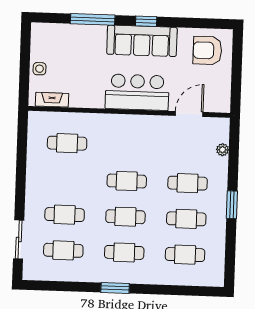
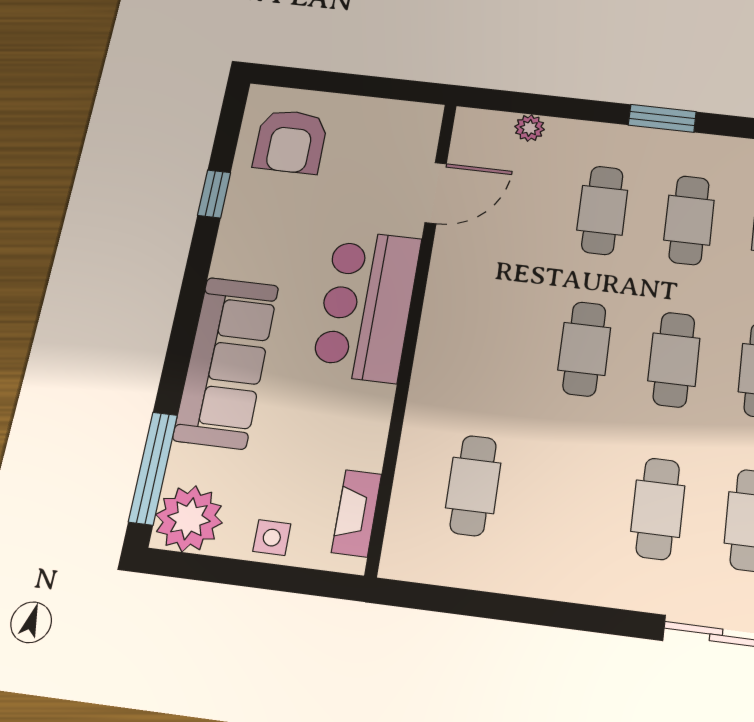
window: (93, 19) -> (153, 468), moved
window: (146, 21) -> (214, 194), moved
plant: (44, 36) -> (189, 519), added
sofa: (142, 41) -> (226, 362), moved
door: (189, 114) -> (436, 193), swing flipped

